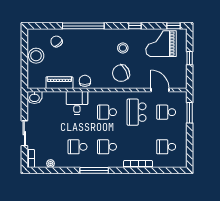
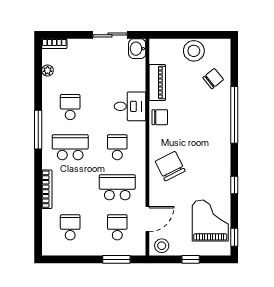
stool: (123, 48) -> (162, 246), moved
sliding door: (24, 133) -> (110, 35), moved
school desk: (107, 147) -> (70, 147), width x1.85

